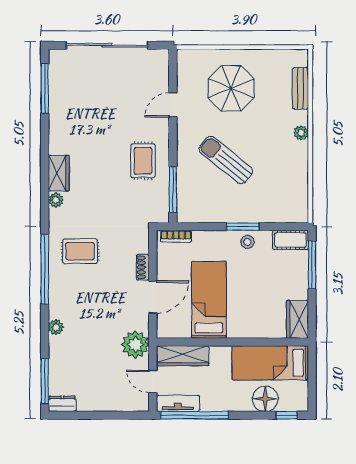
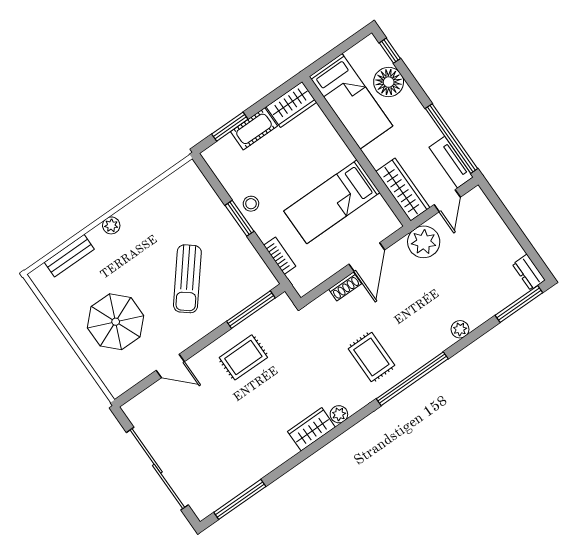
bookcase: (176, 236) -> (280, 256), moved
cot: (290, 240) -> (254, 129), moved, turned 90
window: (312, 265) -> (230, 127), width x0.69
door: (153, 297) -> (367, 257), swing flipped

